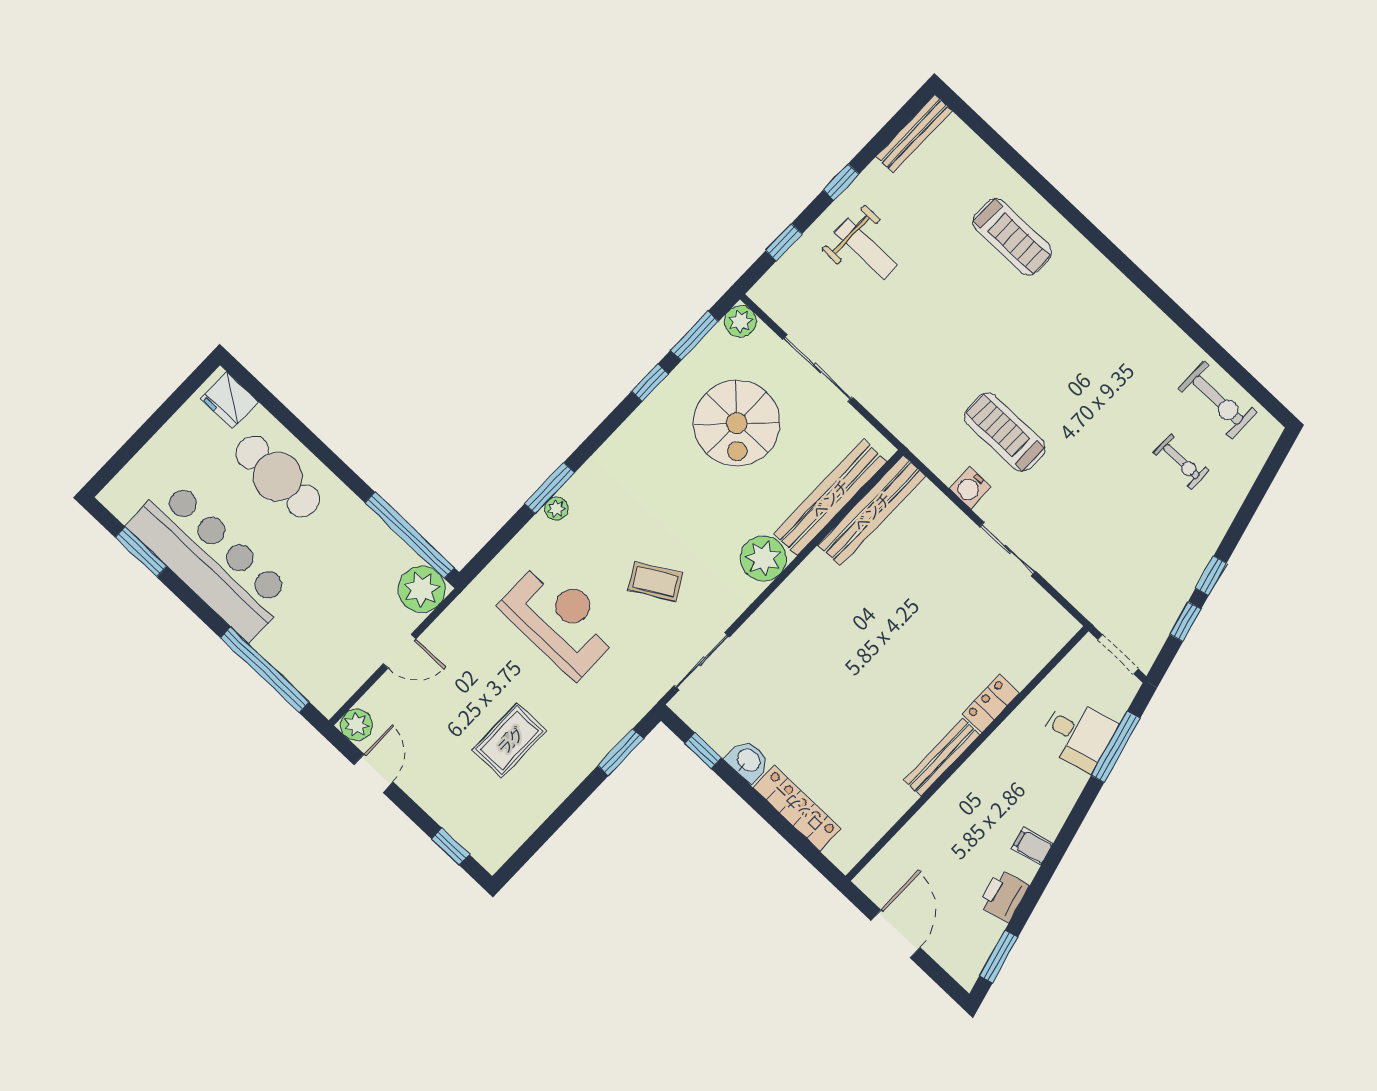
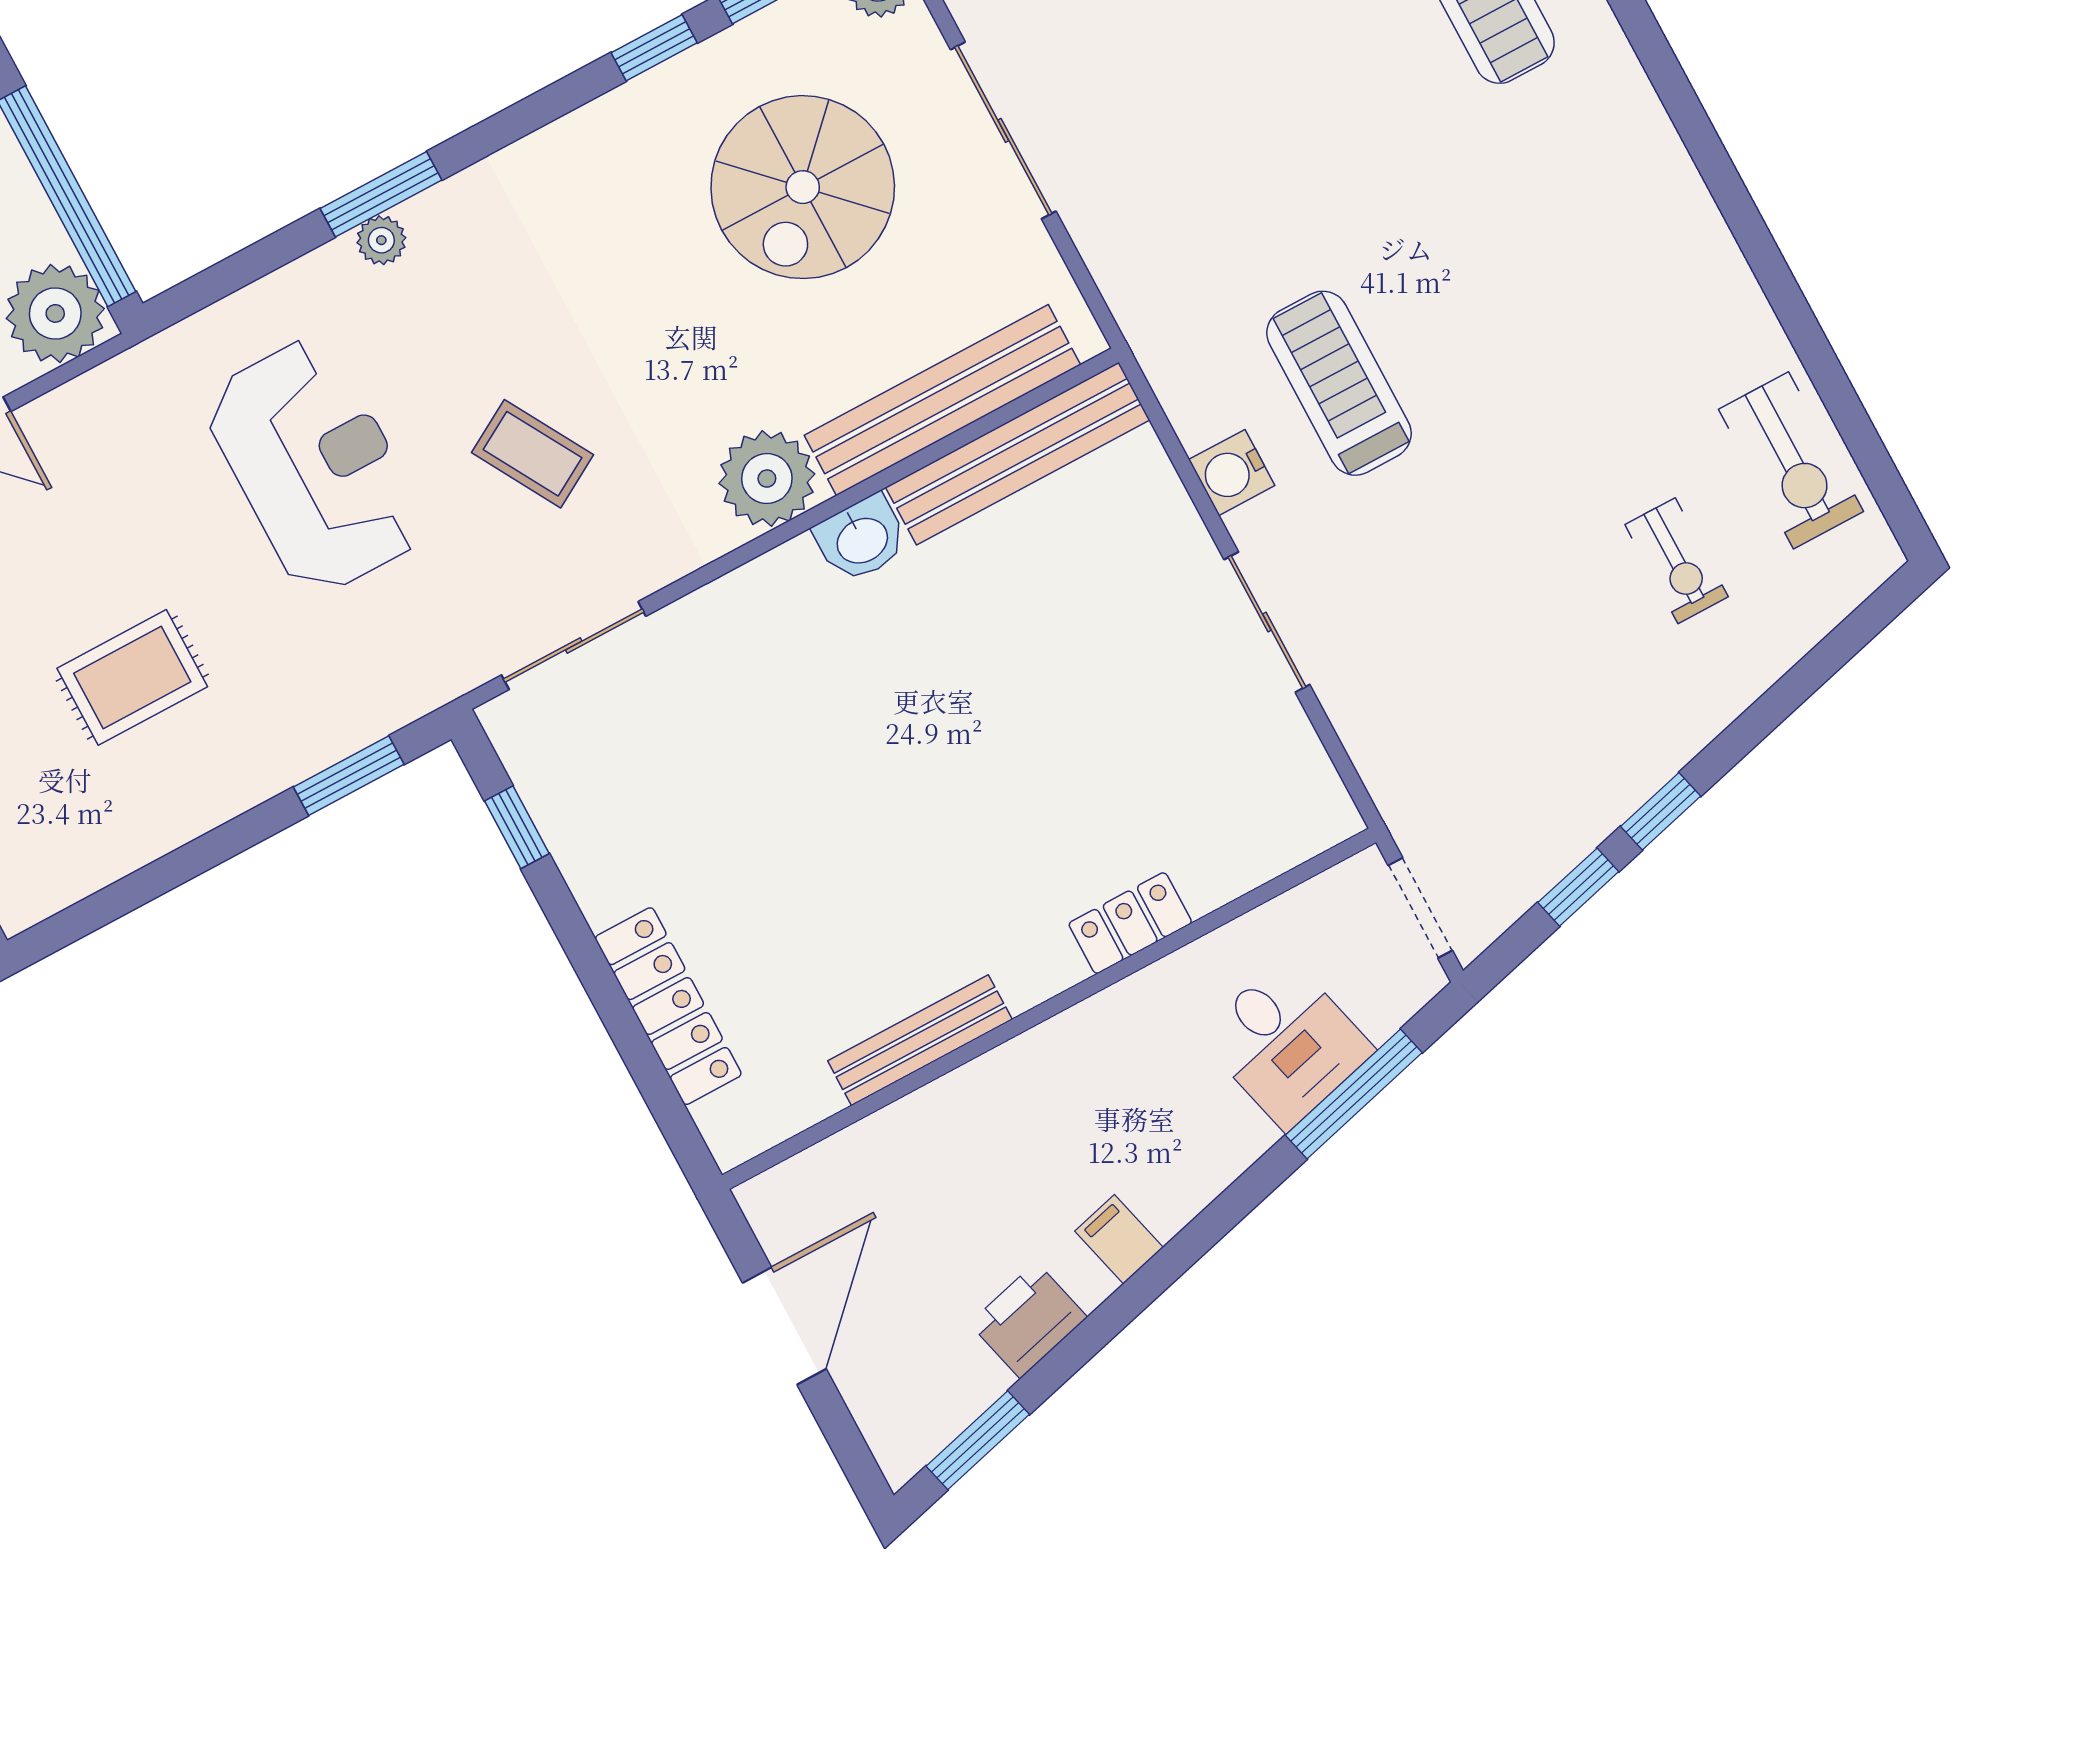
bench: (942, 757) -> (920, 1040), moved
washbasin: (748, 761) -> (861, 539), moved, turned 90

